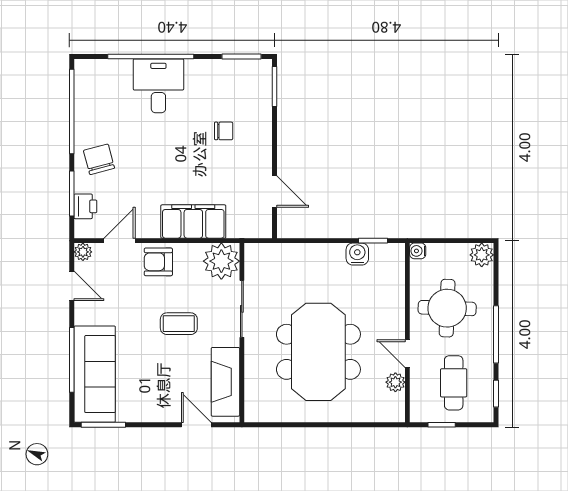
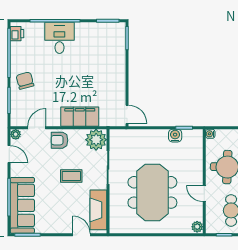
chair: (224, 131) -> (97, 64), removed
door: (275, 192) -> (127, 114), moved
printer: (85, 206) -> (17, 34), moved
plant: (395, 382) -> (197, 227), moved

